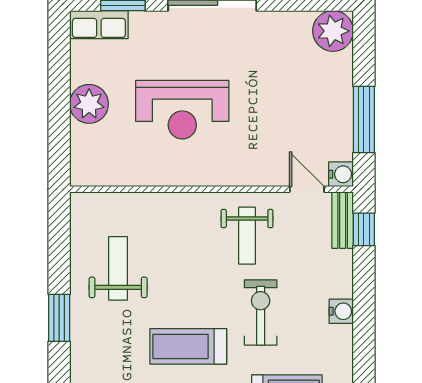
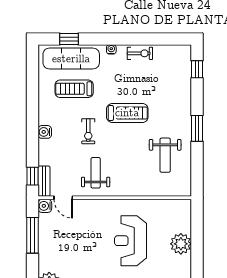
reception desk: (182, 110) -> (130, 241), turned -90
exercise bike: (261, 312) -> (88, 131), width x0.73, depth x0.72

